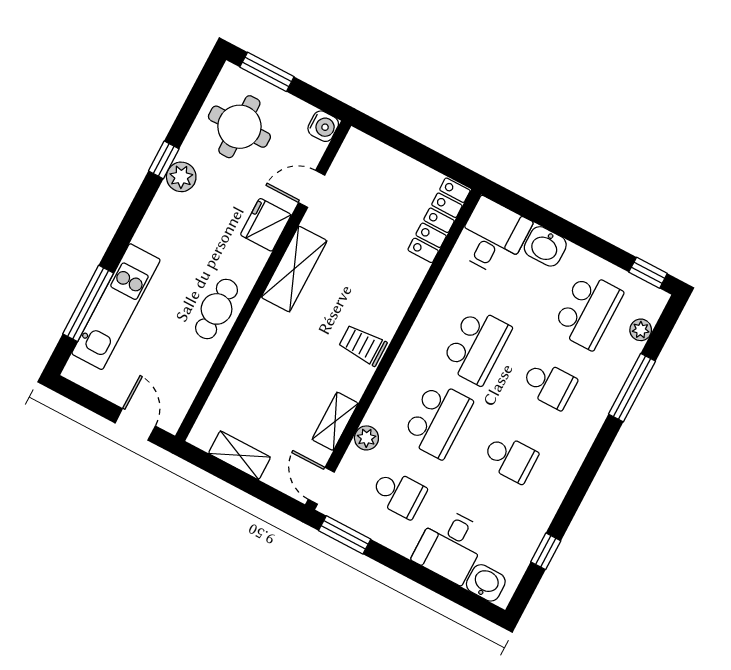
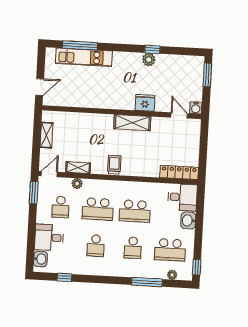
round table: (239, 127) -> (180, 74), removed
door: (312, 189) -> (179, 115), moved
cafe table: (217, 309) -> (102, 99), removed

